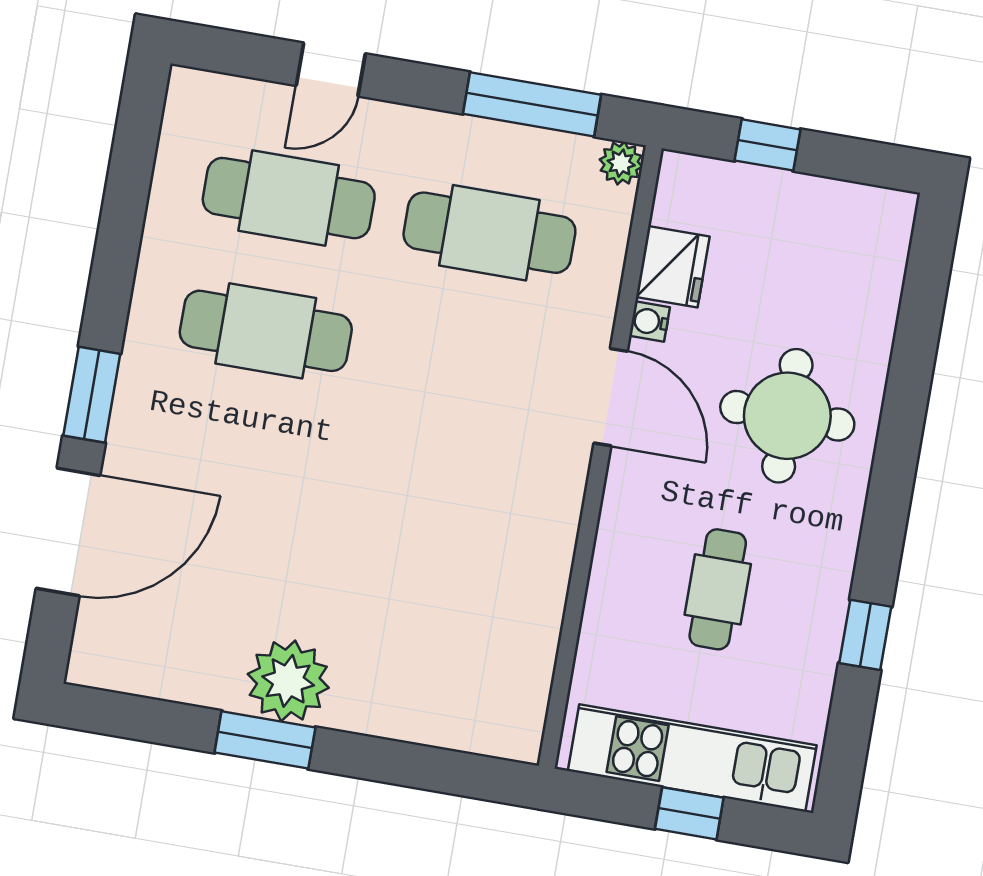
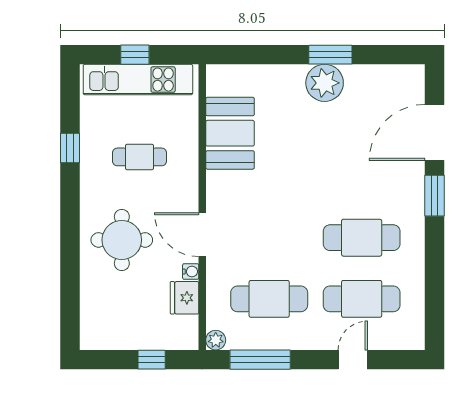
cafe table: (718, 589) -> (140, 157), turned 90
booth: (512, 607) -> (230, 133), added

